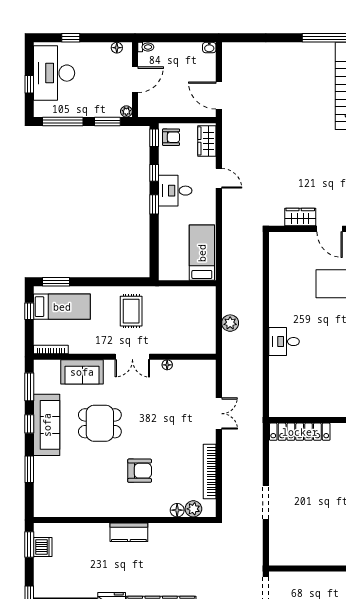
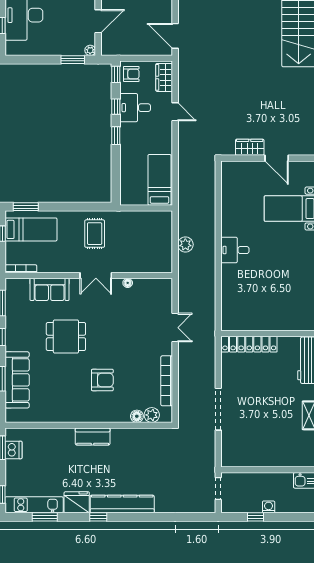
window: (63, 122) -> (32, 60), removed
desk: (175, 191) -> (135, 108), moved
desk: (284, 342) -> (235, 250), moved
sofa: (47, 425) -> (17, 380), moved
doorway: (266, 503) -> (218, 409), width x1.36

